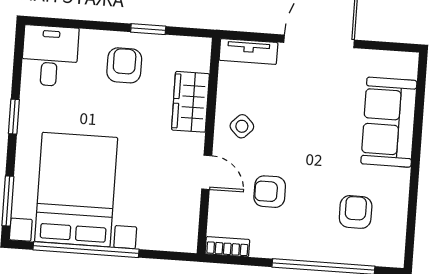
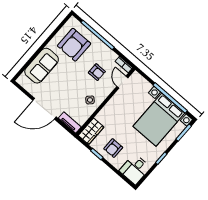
wardrobe: (190, 102) -> (91, 131), moved
door: (207, 172) -> (122, 82), moved
armchair: (356, 212) -> (74, 45), width x1.88, depth x1.88

